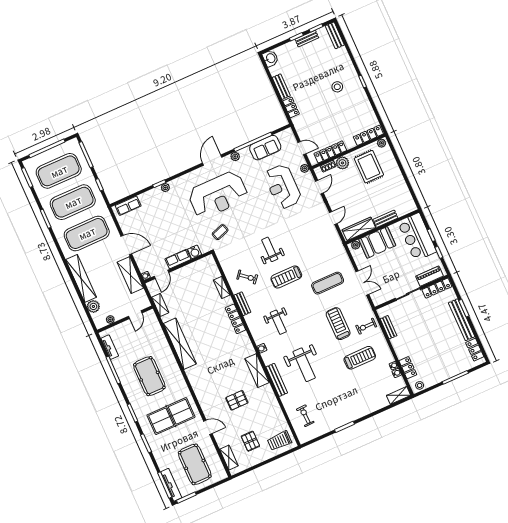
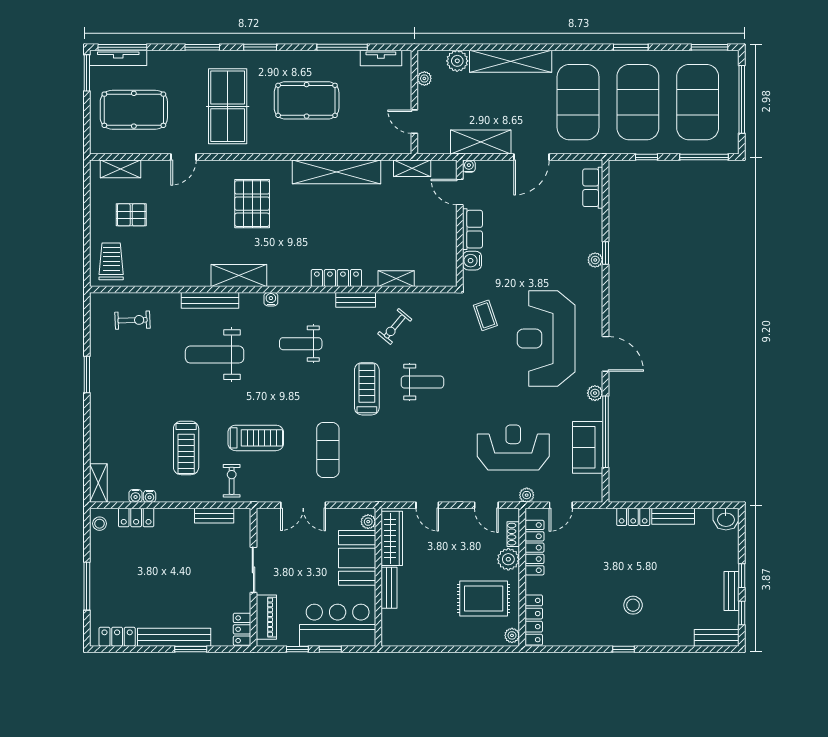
locker: (437, 288) -> (242, 629), width x0.66
pallet: (237, 400) -> (252, 204), moved, width x1.50, depth x1.42

